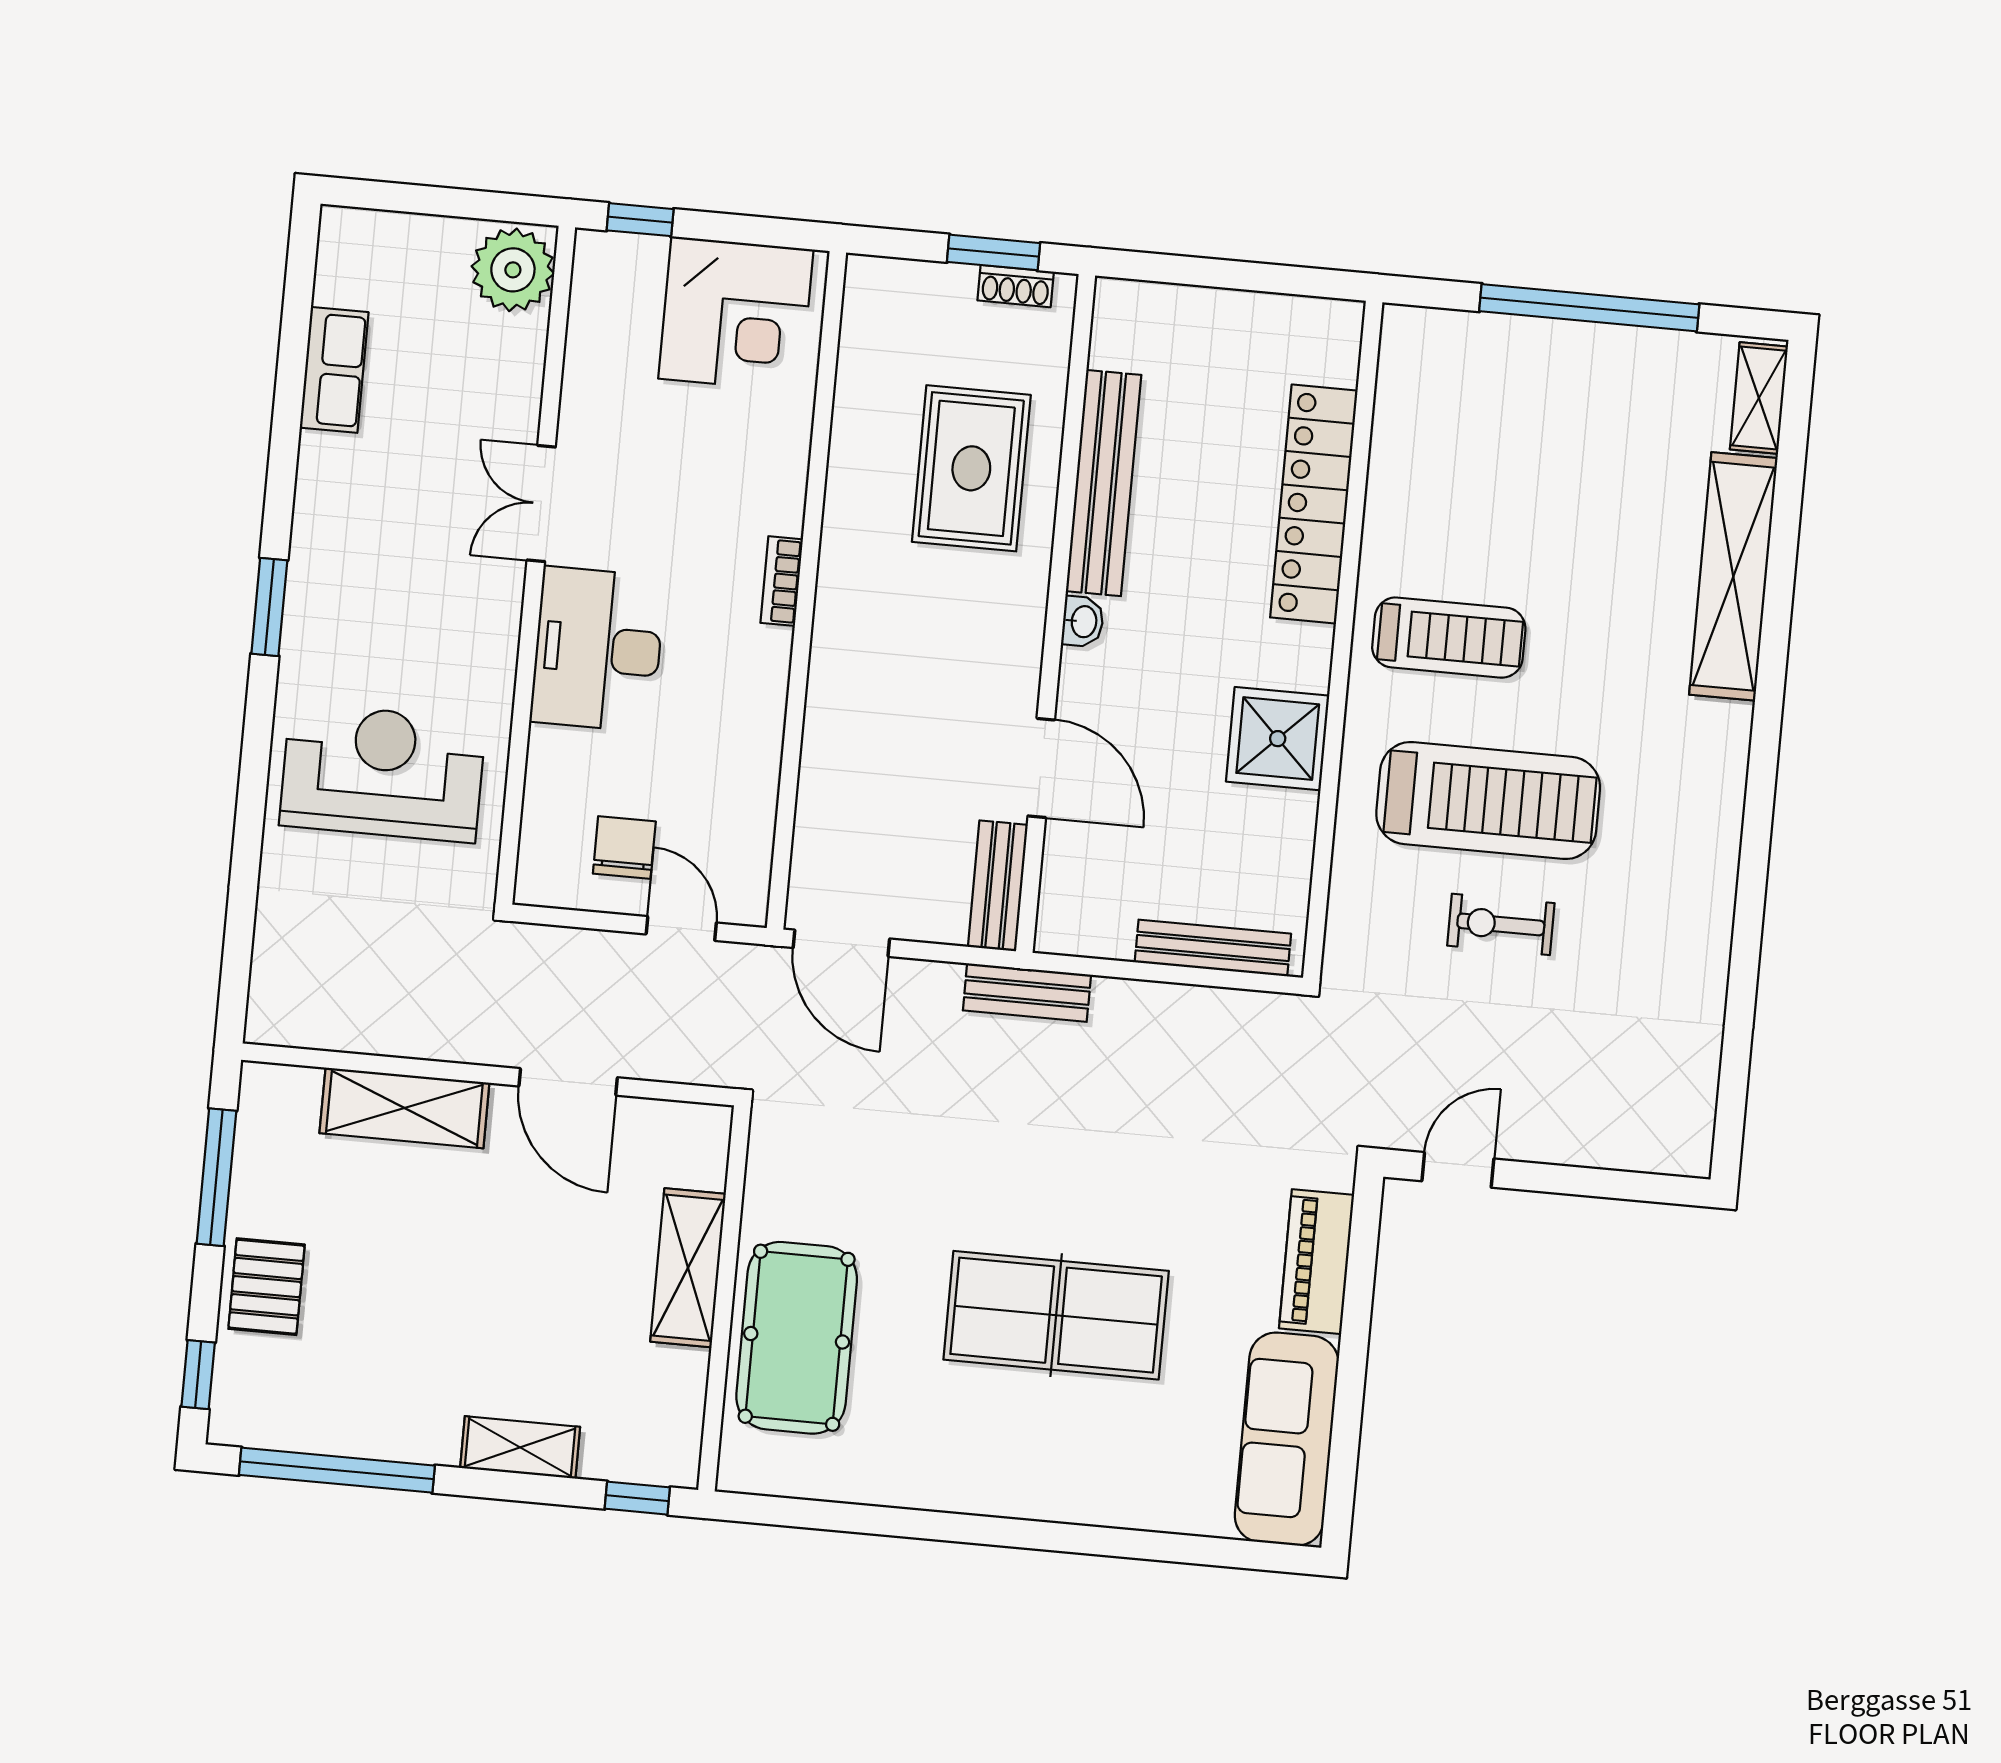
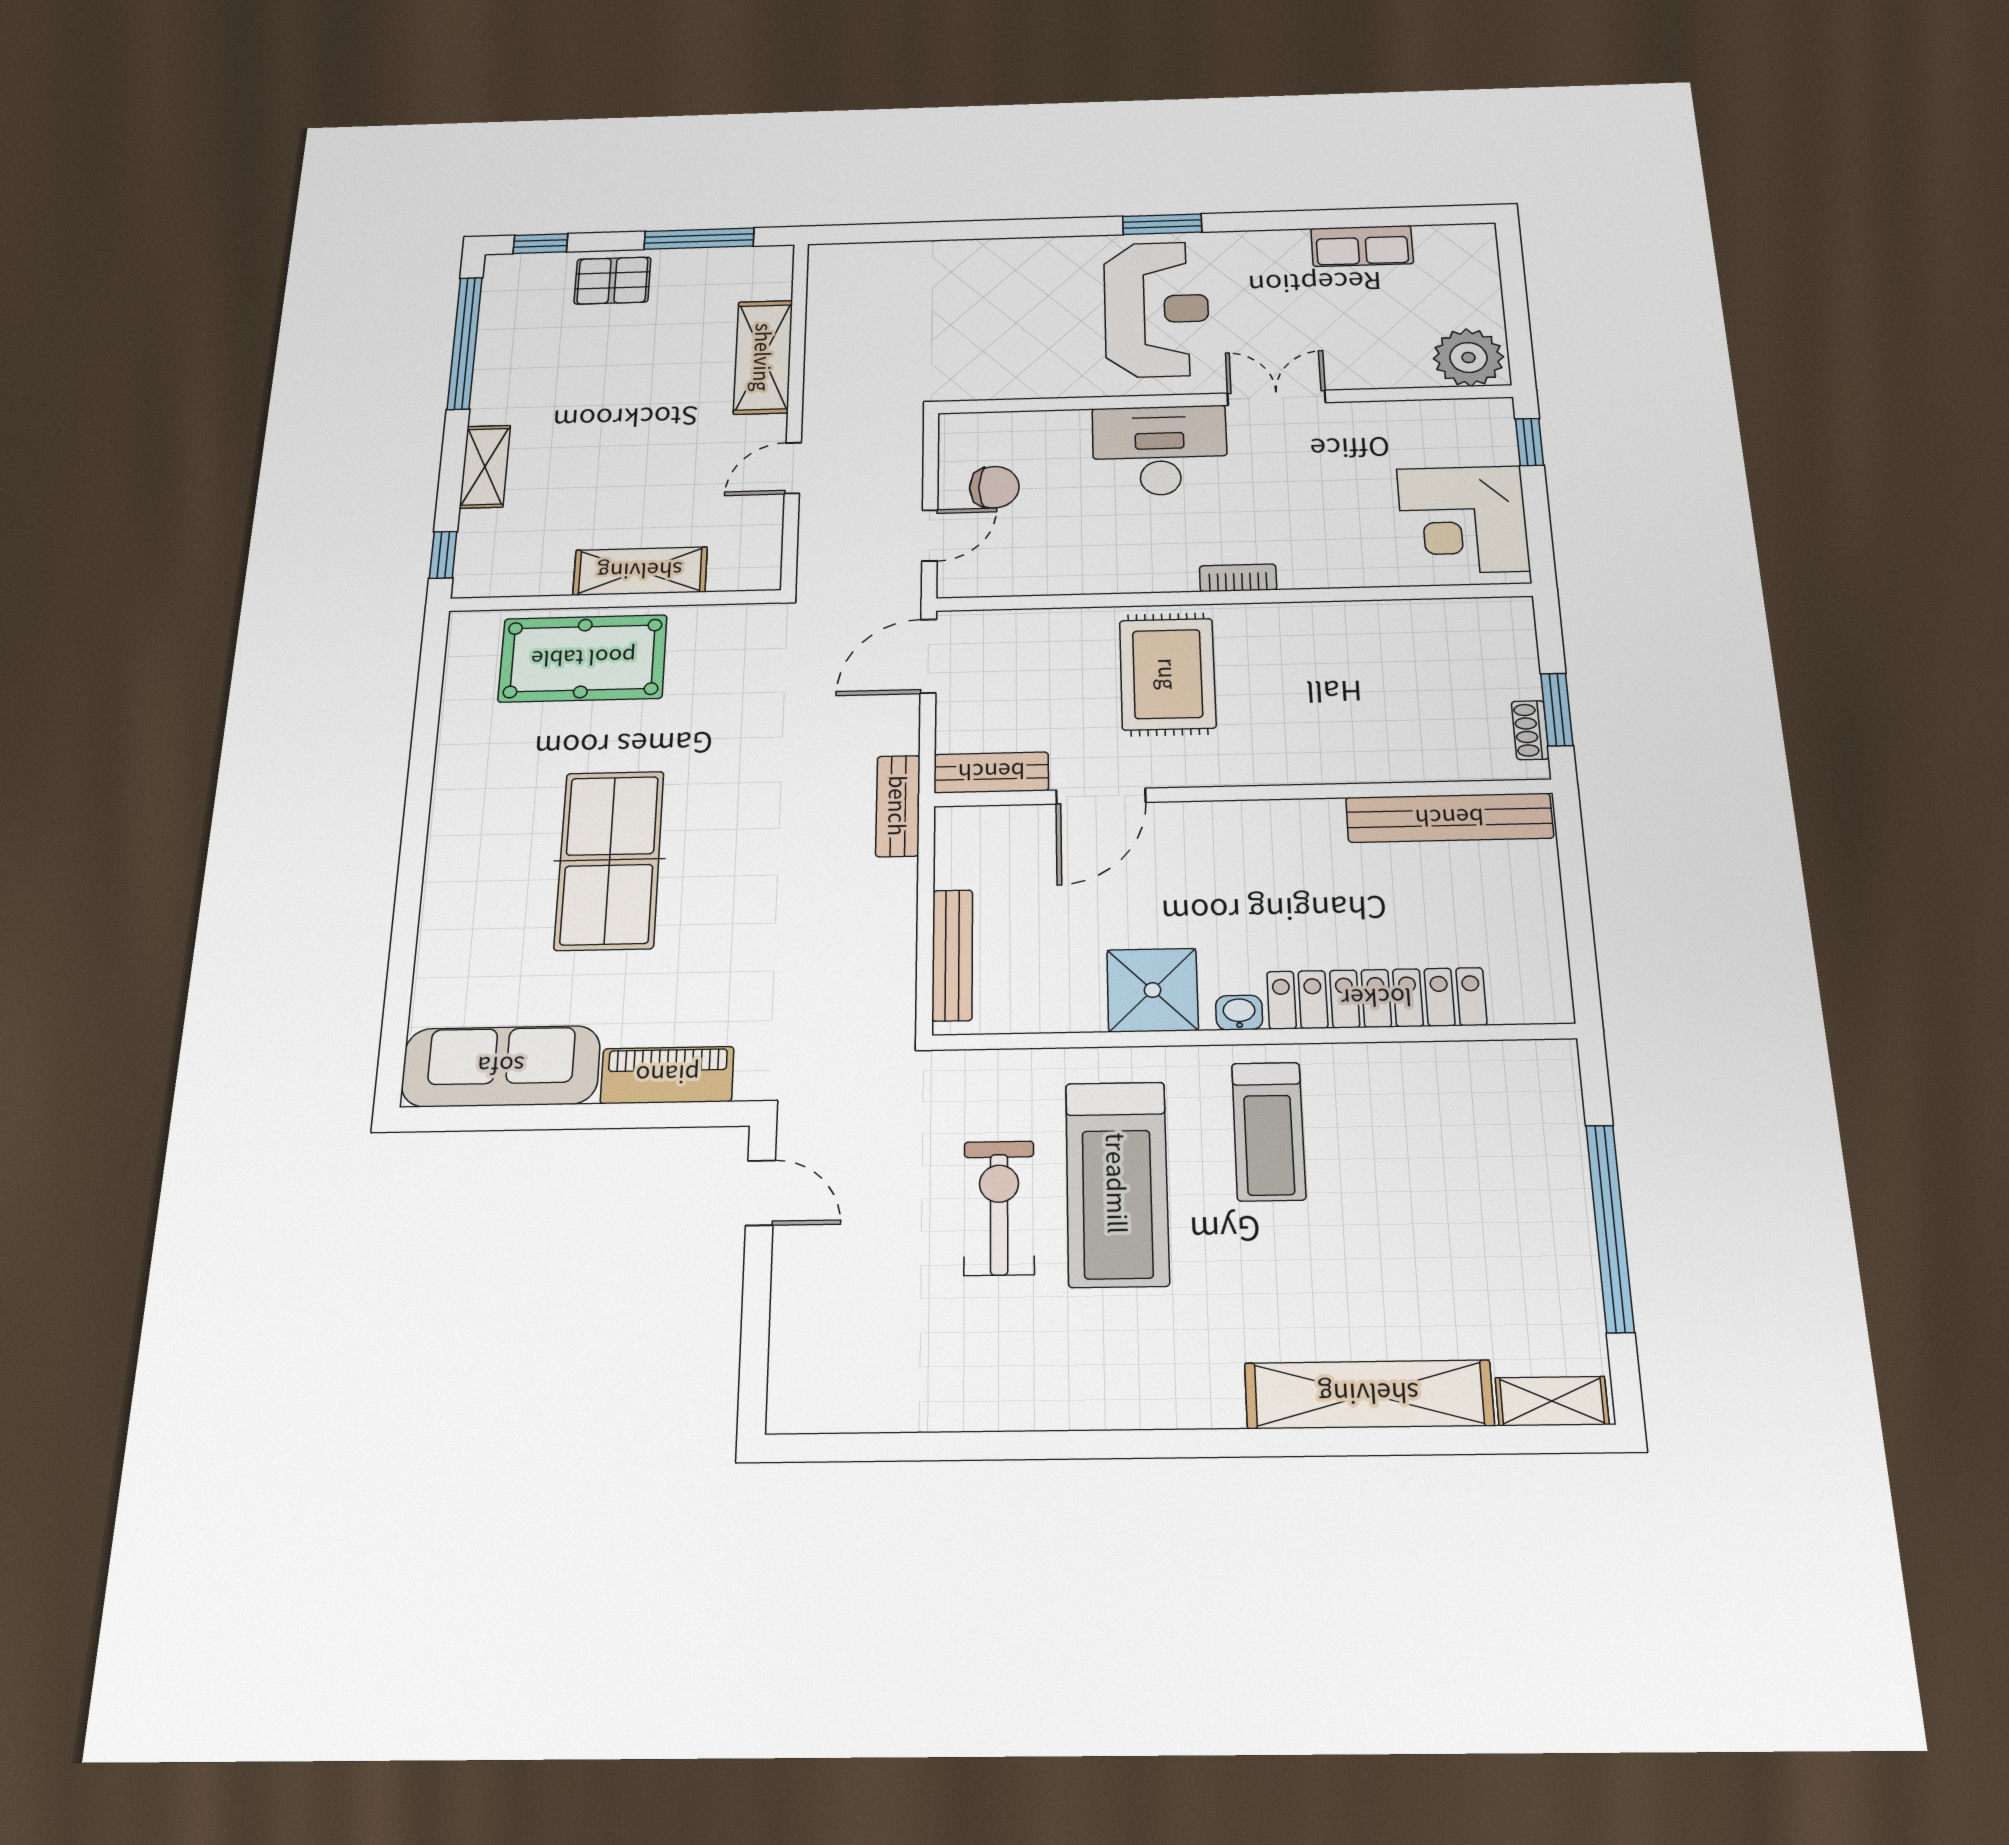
rug: (971, 468) -> (1168, 674), moved, turned 90
bench: (1104, 483) -> (1449, 818), moved
washbasin: (1083, 622) -> (1239, 1013), moved, turned 180
reception desk: (383, 773) -> (1156, 309), moved
exercise bike: (1501, 924) -> (999, 1208), width x1.38, depth x1.39
door: (568, 1082) -> (793, 468), width x0.73

